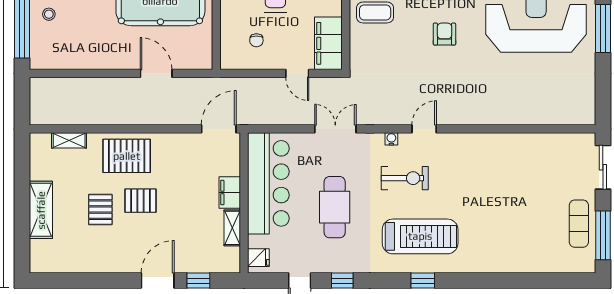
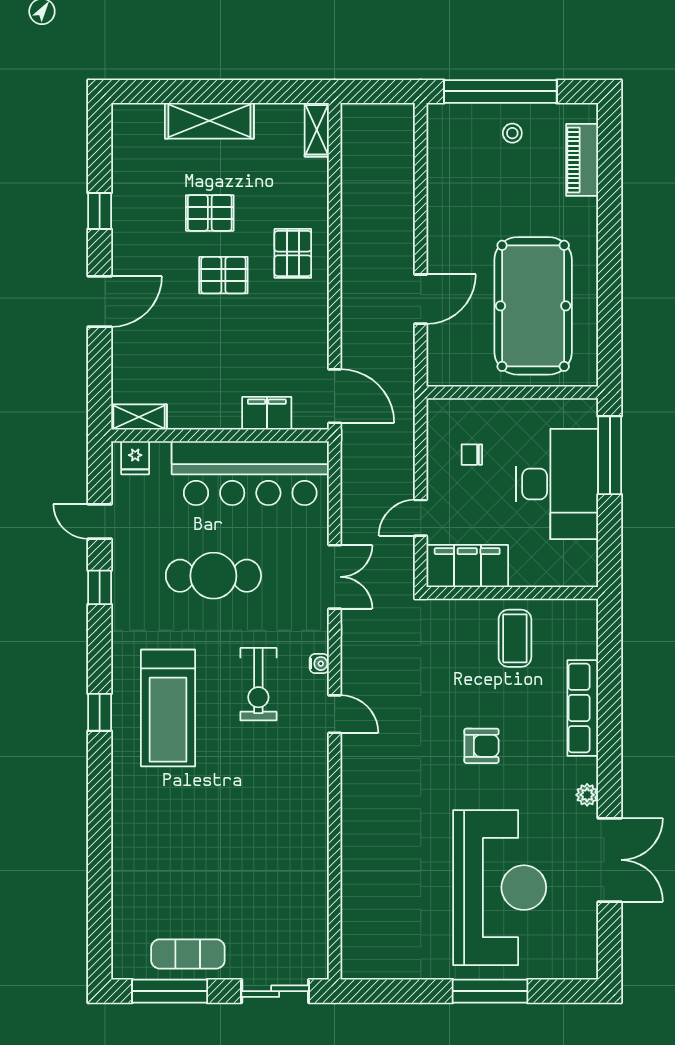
shelving: (69, 140) -> (317, 130), moved
pallet: (127, 156) -> (293, 253), width x0.67, depth x0.71
filing cabinet: (230, 192) -> (267, 413), moved
pallet: (141, 201) -> (223, 275), turned 90
shelving: (232, 228) -> (139, 417), moved
door: (158, 281) -> (100, 302), hinge flipped
window: (198, 281) -> (100, 211), moved

